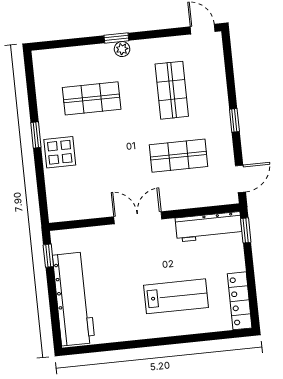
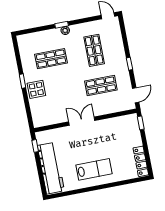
workbench: (209, 227) -> (121, 123), removed
lab bench: (176, 296) -> (94, 169), moved

